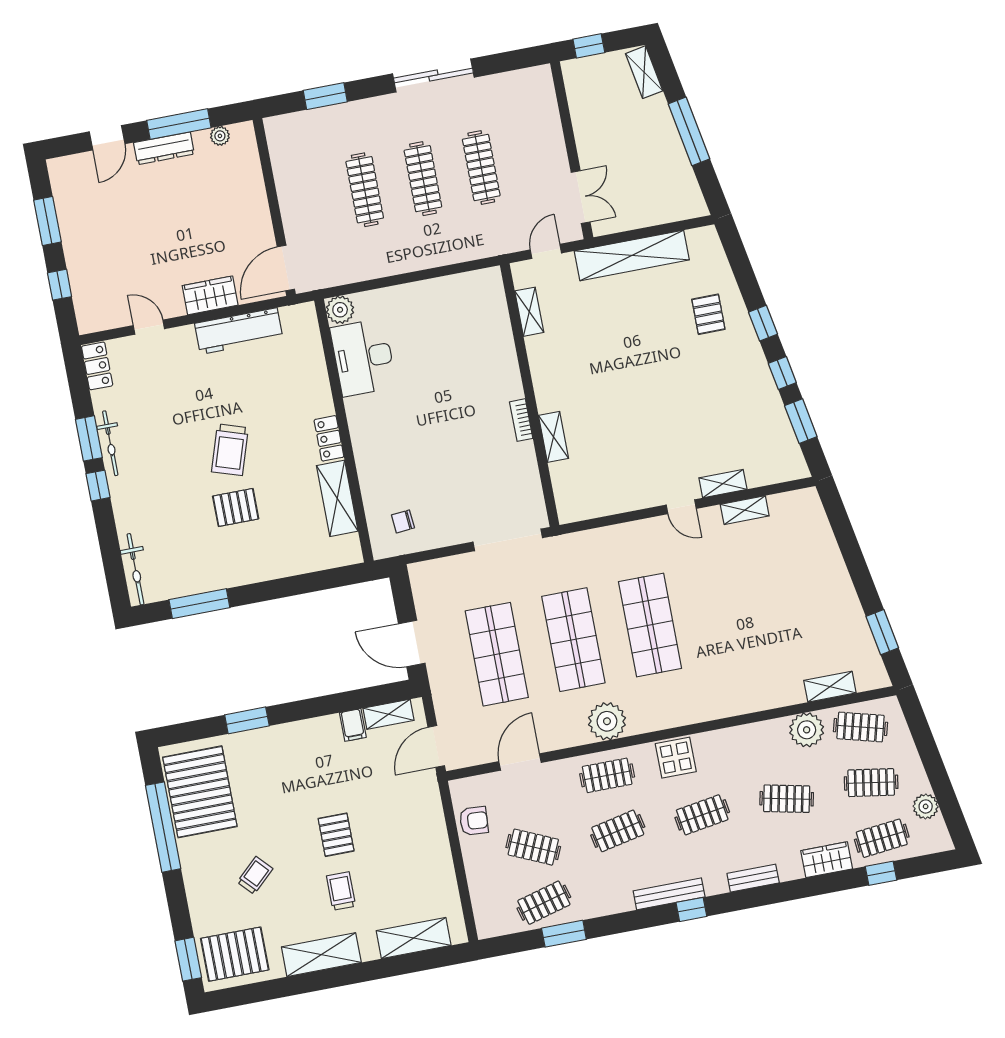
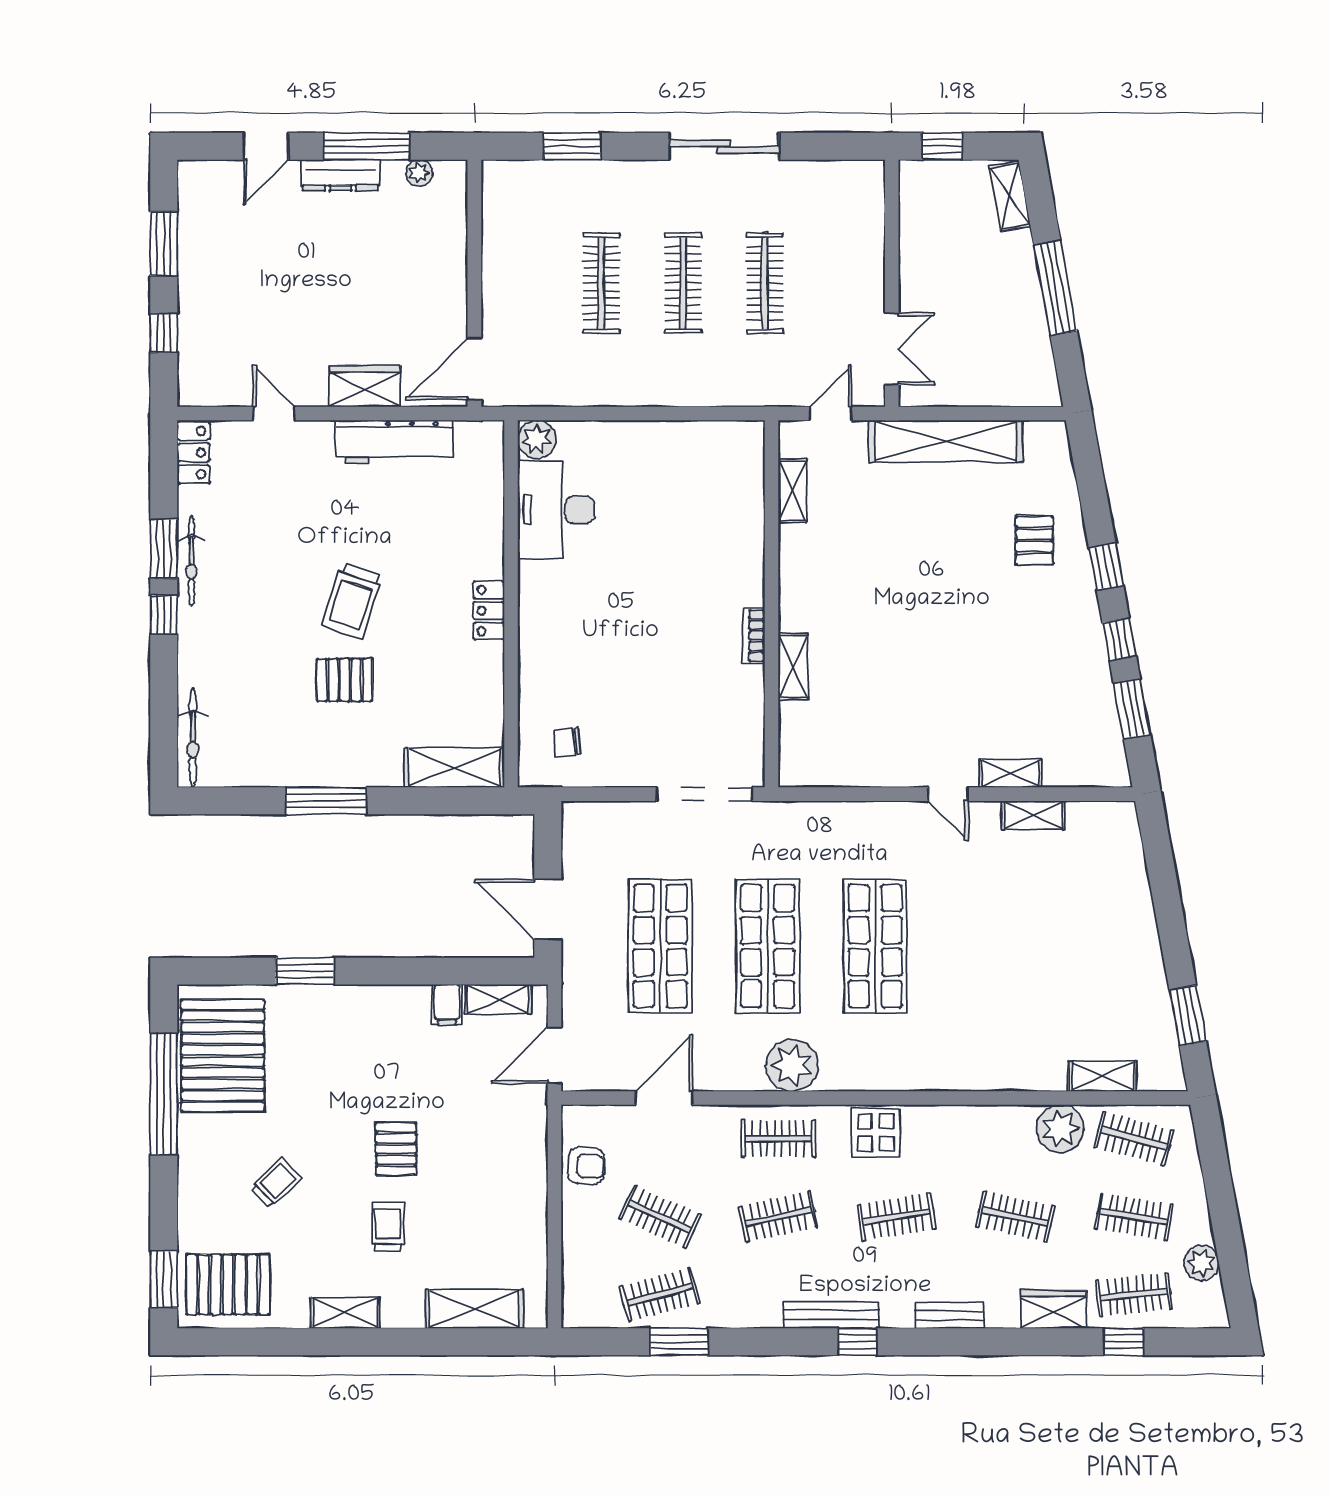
shelving: (337, 498) -> (455, 768), moved, turned 90
window: (199, 604) -> (326, 801), moved
shelving: (321, 955) -> (345, 1313), width x0.67, depth x0.75

